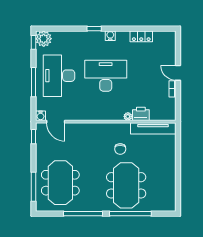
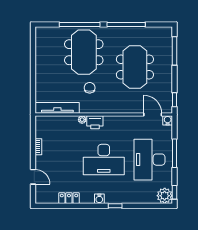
door: (178, 73) -> (33, 177), moved
desk: (59, 76) -> (150, 160), turned 180
printer: (141, 114) -> (95, 122), moved
meeting table: (60, 183) -> (135, 67), moved

